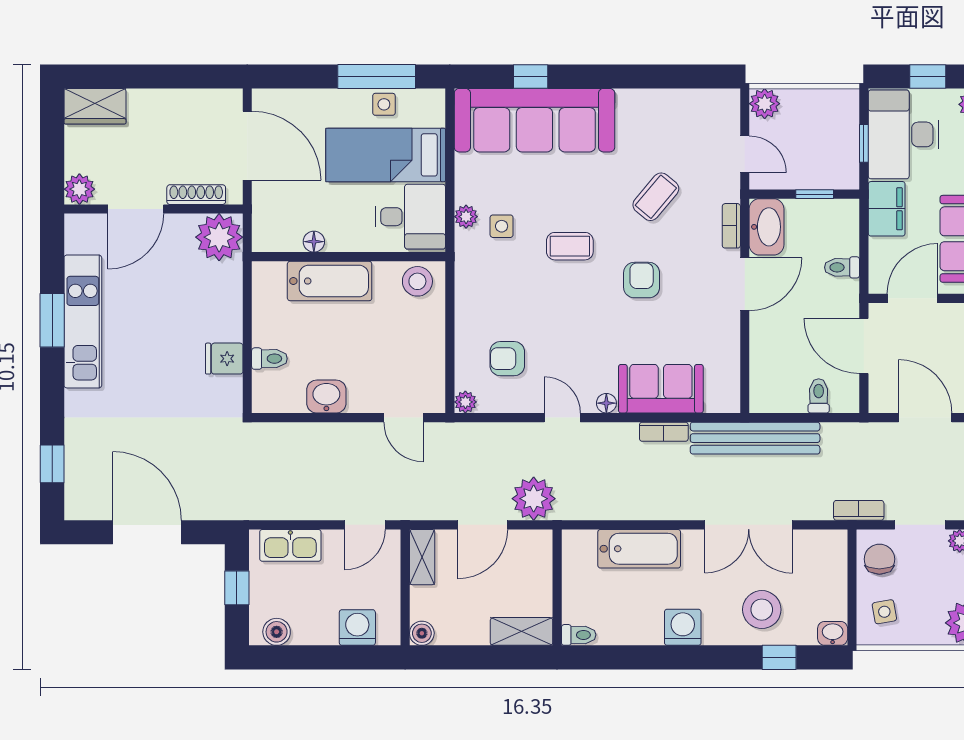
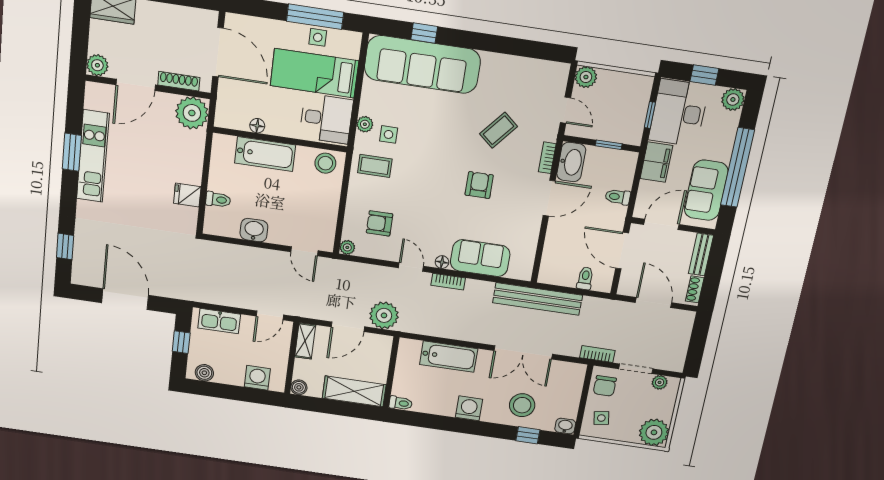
coffee table: (570, 246) -> (375, 166), moved
bookcase: (664, 432) -> (448, 282), moved
chair: (879, 559) -> (605, 386), turned 180
shelving: (522, 631) -> (354, 391), width x1.50, depth x1.33

